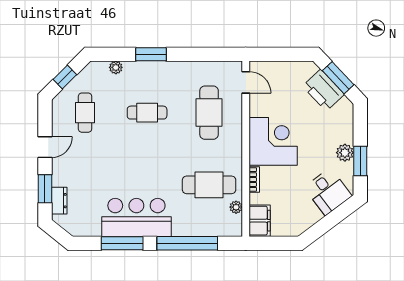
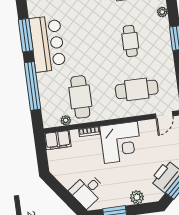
plant: (345, 153) -> (137, 197), moved

